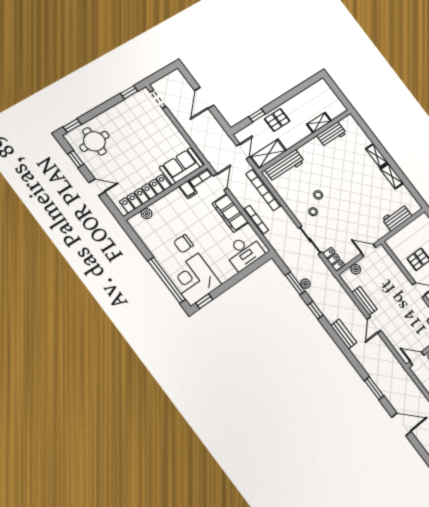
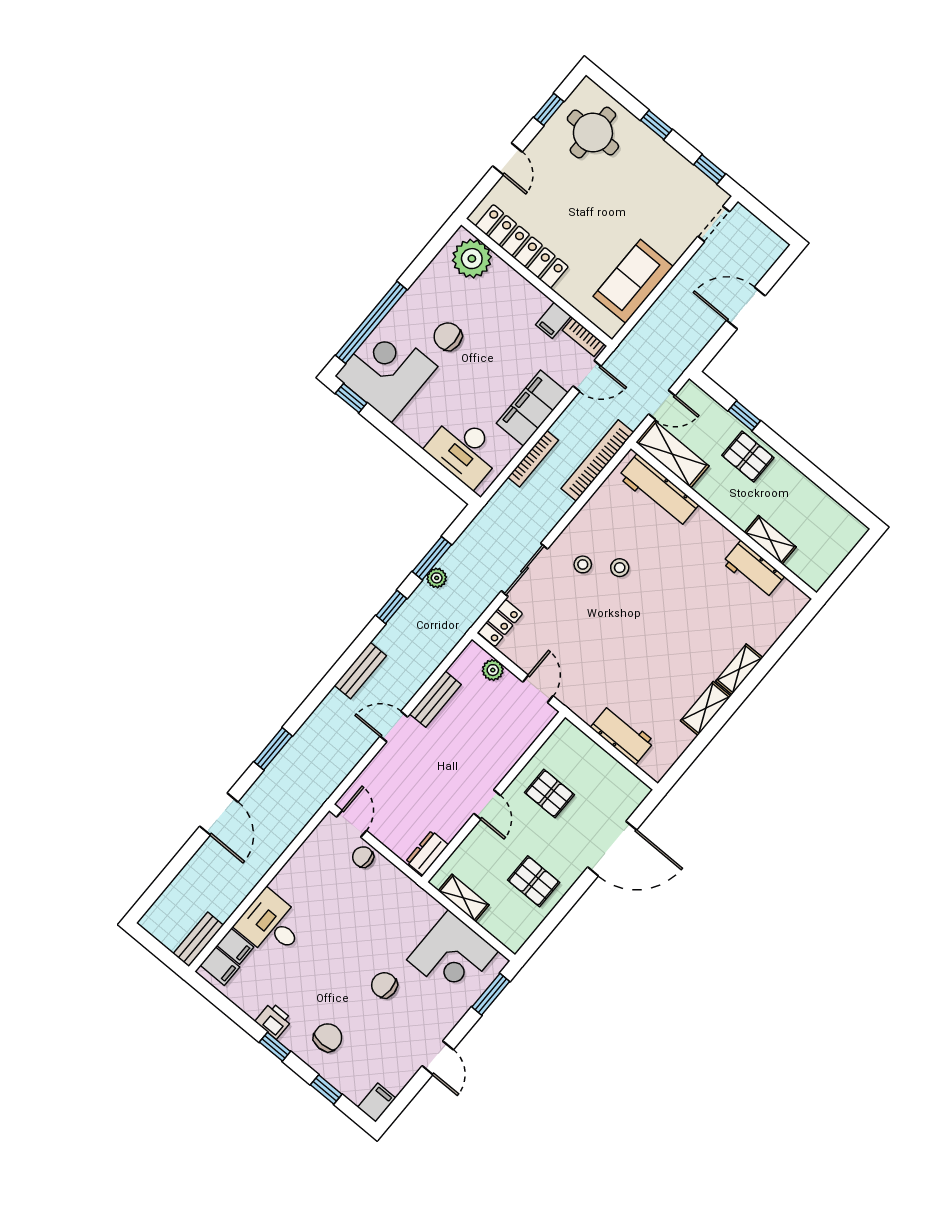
window: (72, 126) -> (656, 125), moved
sofa: (181, 166) -> (633, 281), moved, turned -90
plant: (147, 214) -> (472, 259), width x1.88, depth x1.88

